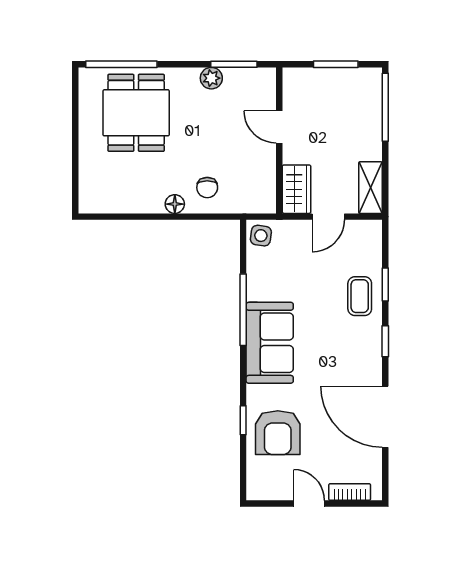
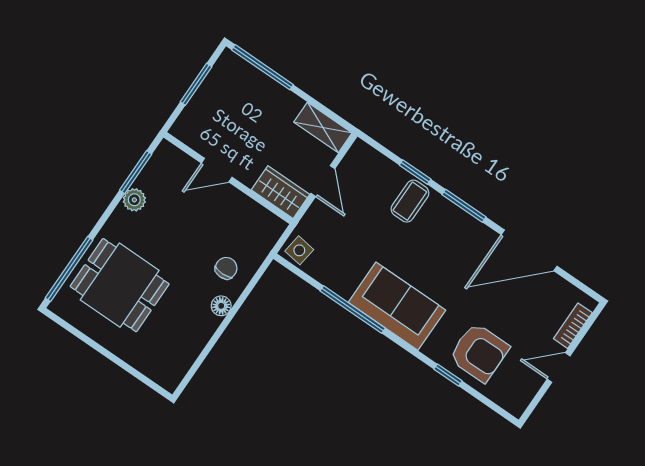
chair: (207, 188) -> (226, 268), turned -90
coffee table: (360, 296) -> (410, 201), turned 90
window: (385, 341) -> (464, 206), width x1.50

